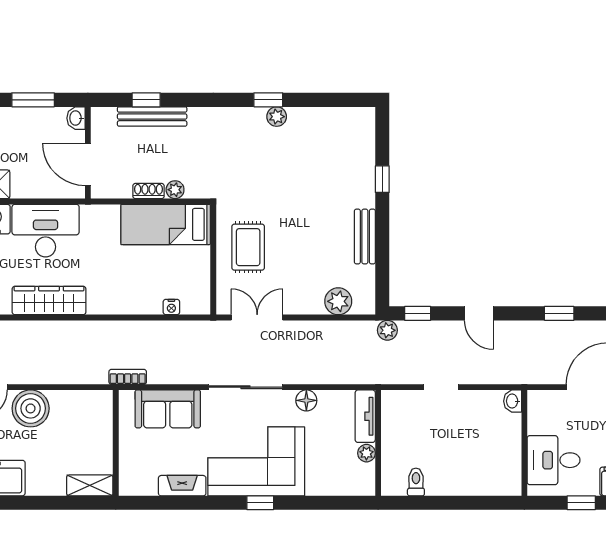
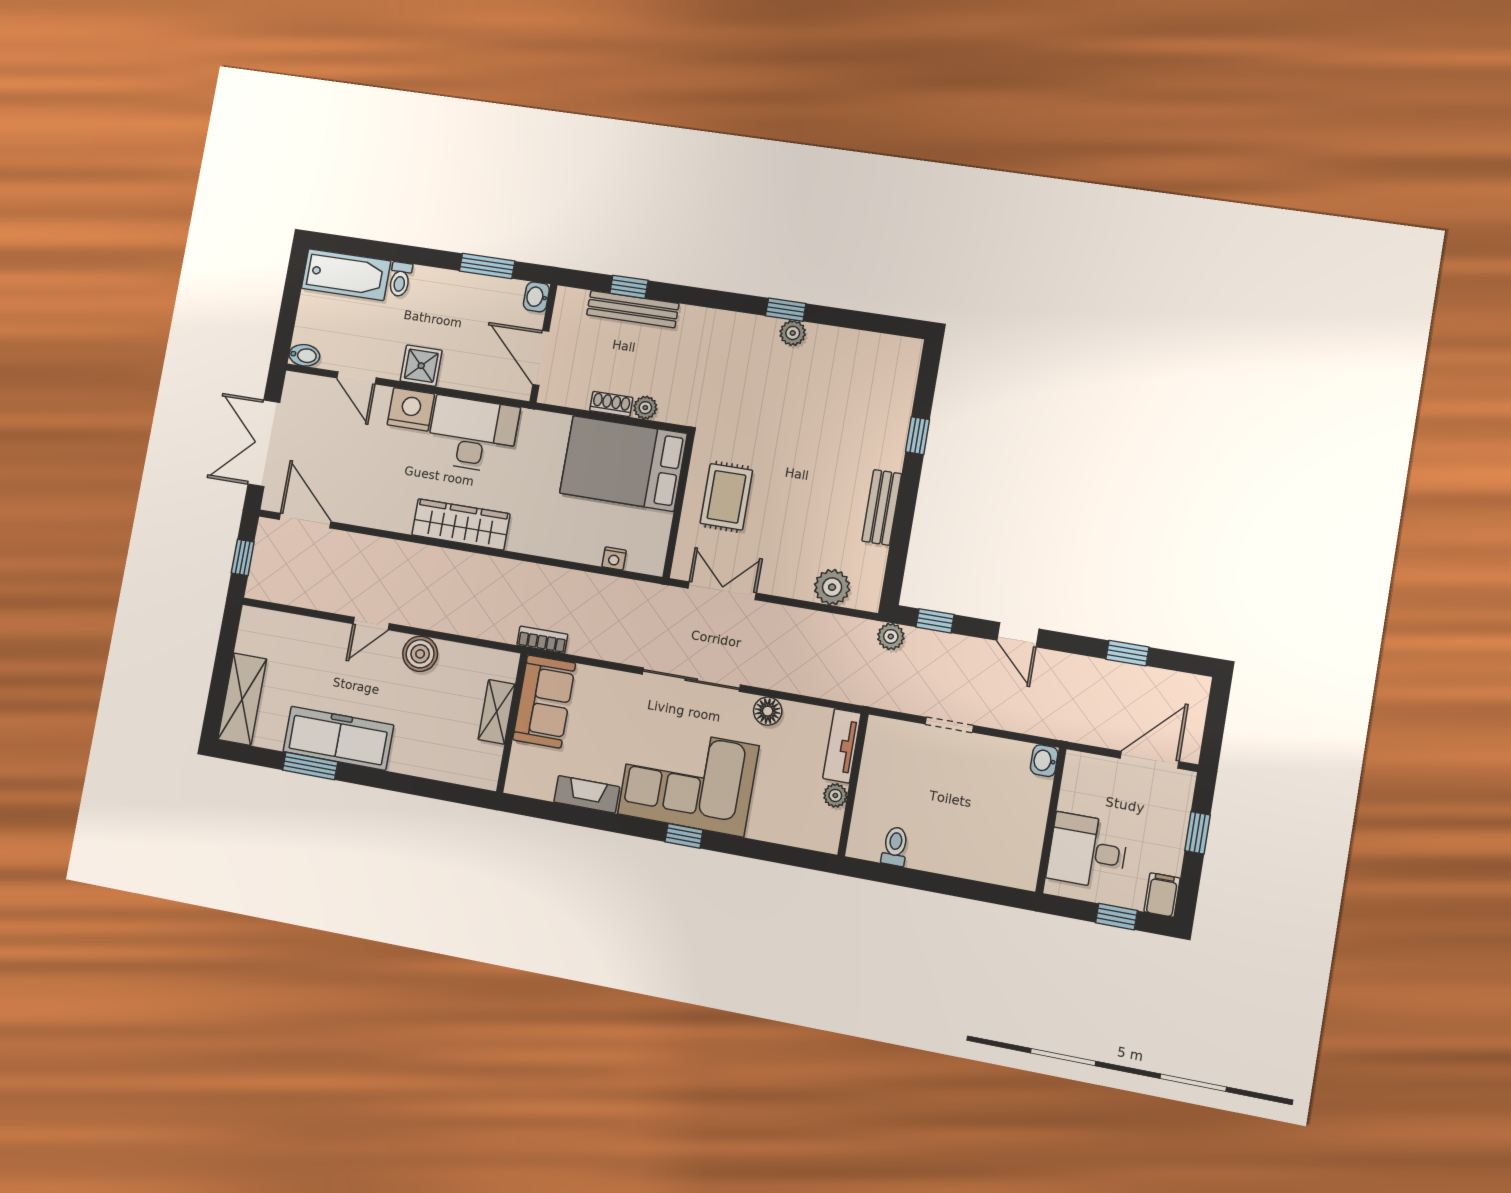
bed: (166, 224) -> (623, 463), width x1.50
boiler: (31, 408) -> (420, 654), width x0.73, depth x0.73
sofa: (168, 409) -> (544, 702), moved, turned -90
shelving: (90, 485) -> (497, 712), moved, turned 90

